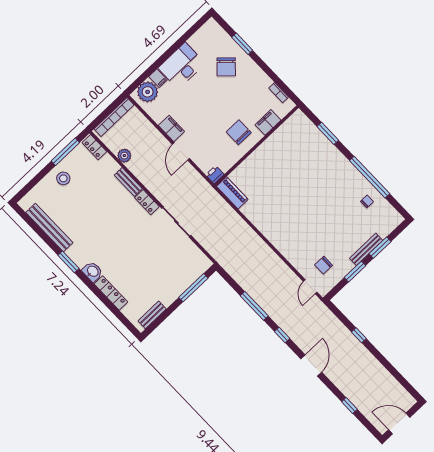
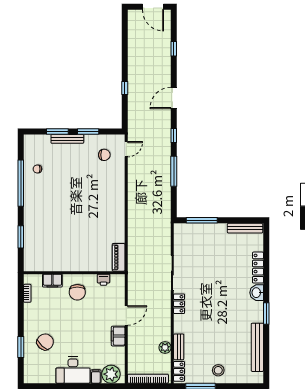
printer: (215, 175) -> (104, 280), moved
bench: (128, 182) -> (179, 347), moved
bench: (152, 315) -> (245, 228), width x1.36

